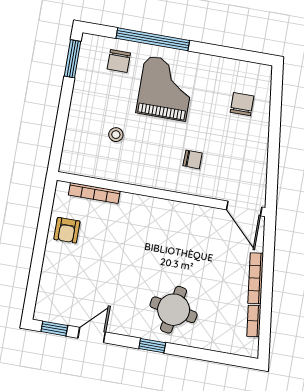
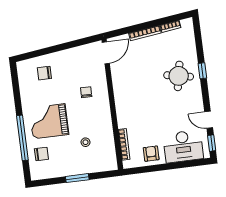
window: (73, 59) -> (77, 178), moved
armchair: (67, 230) -> (151, 154), turned -90
desk: (63, 283) -> (183, 146), added
window: (152, 346) -> (202, 71), moved

